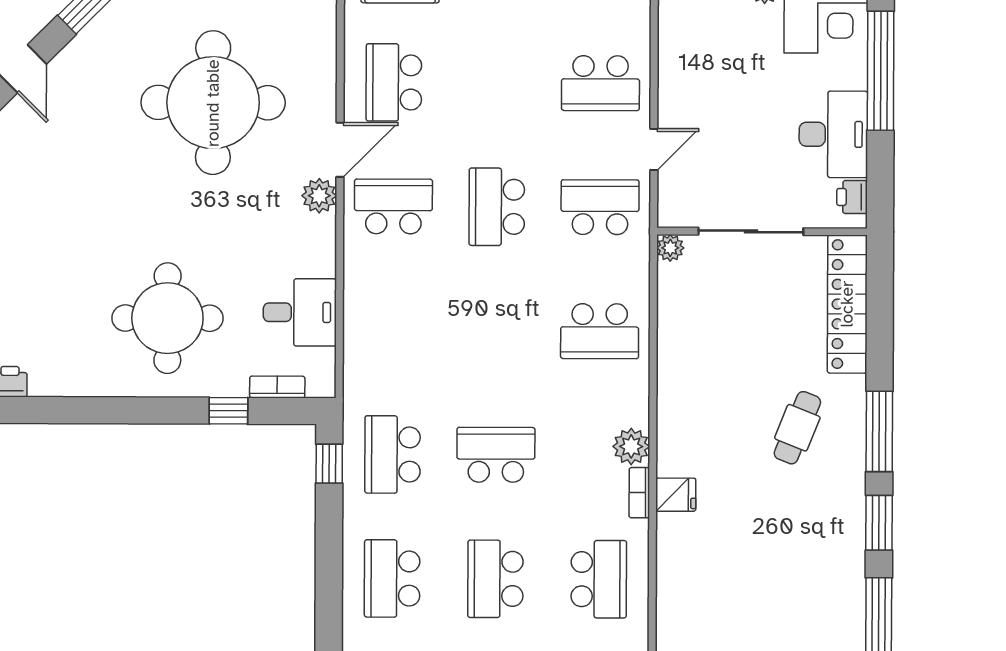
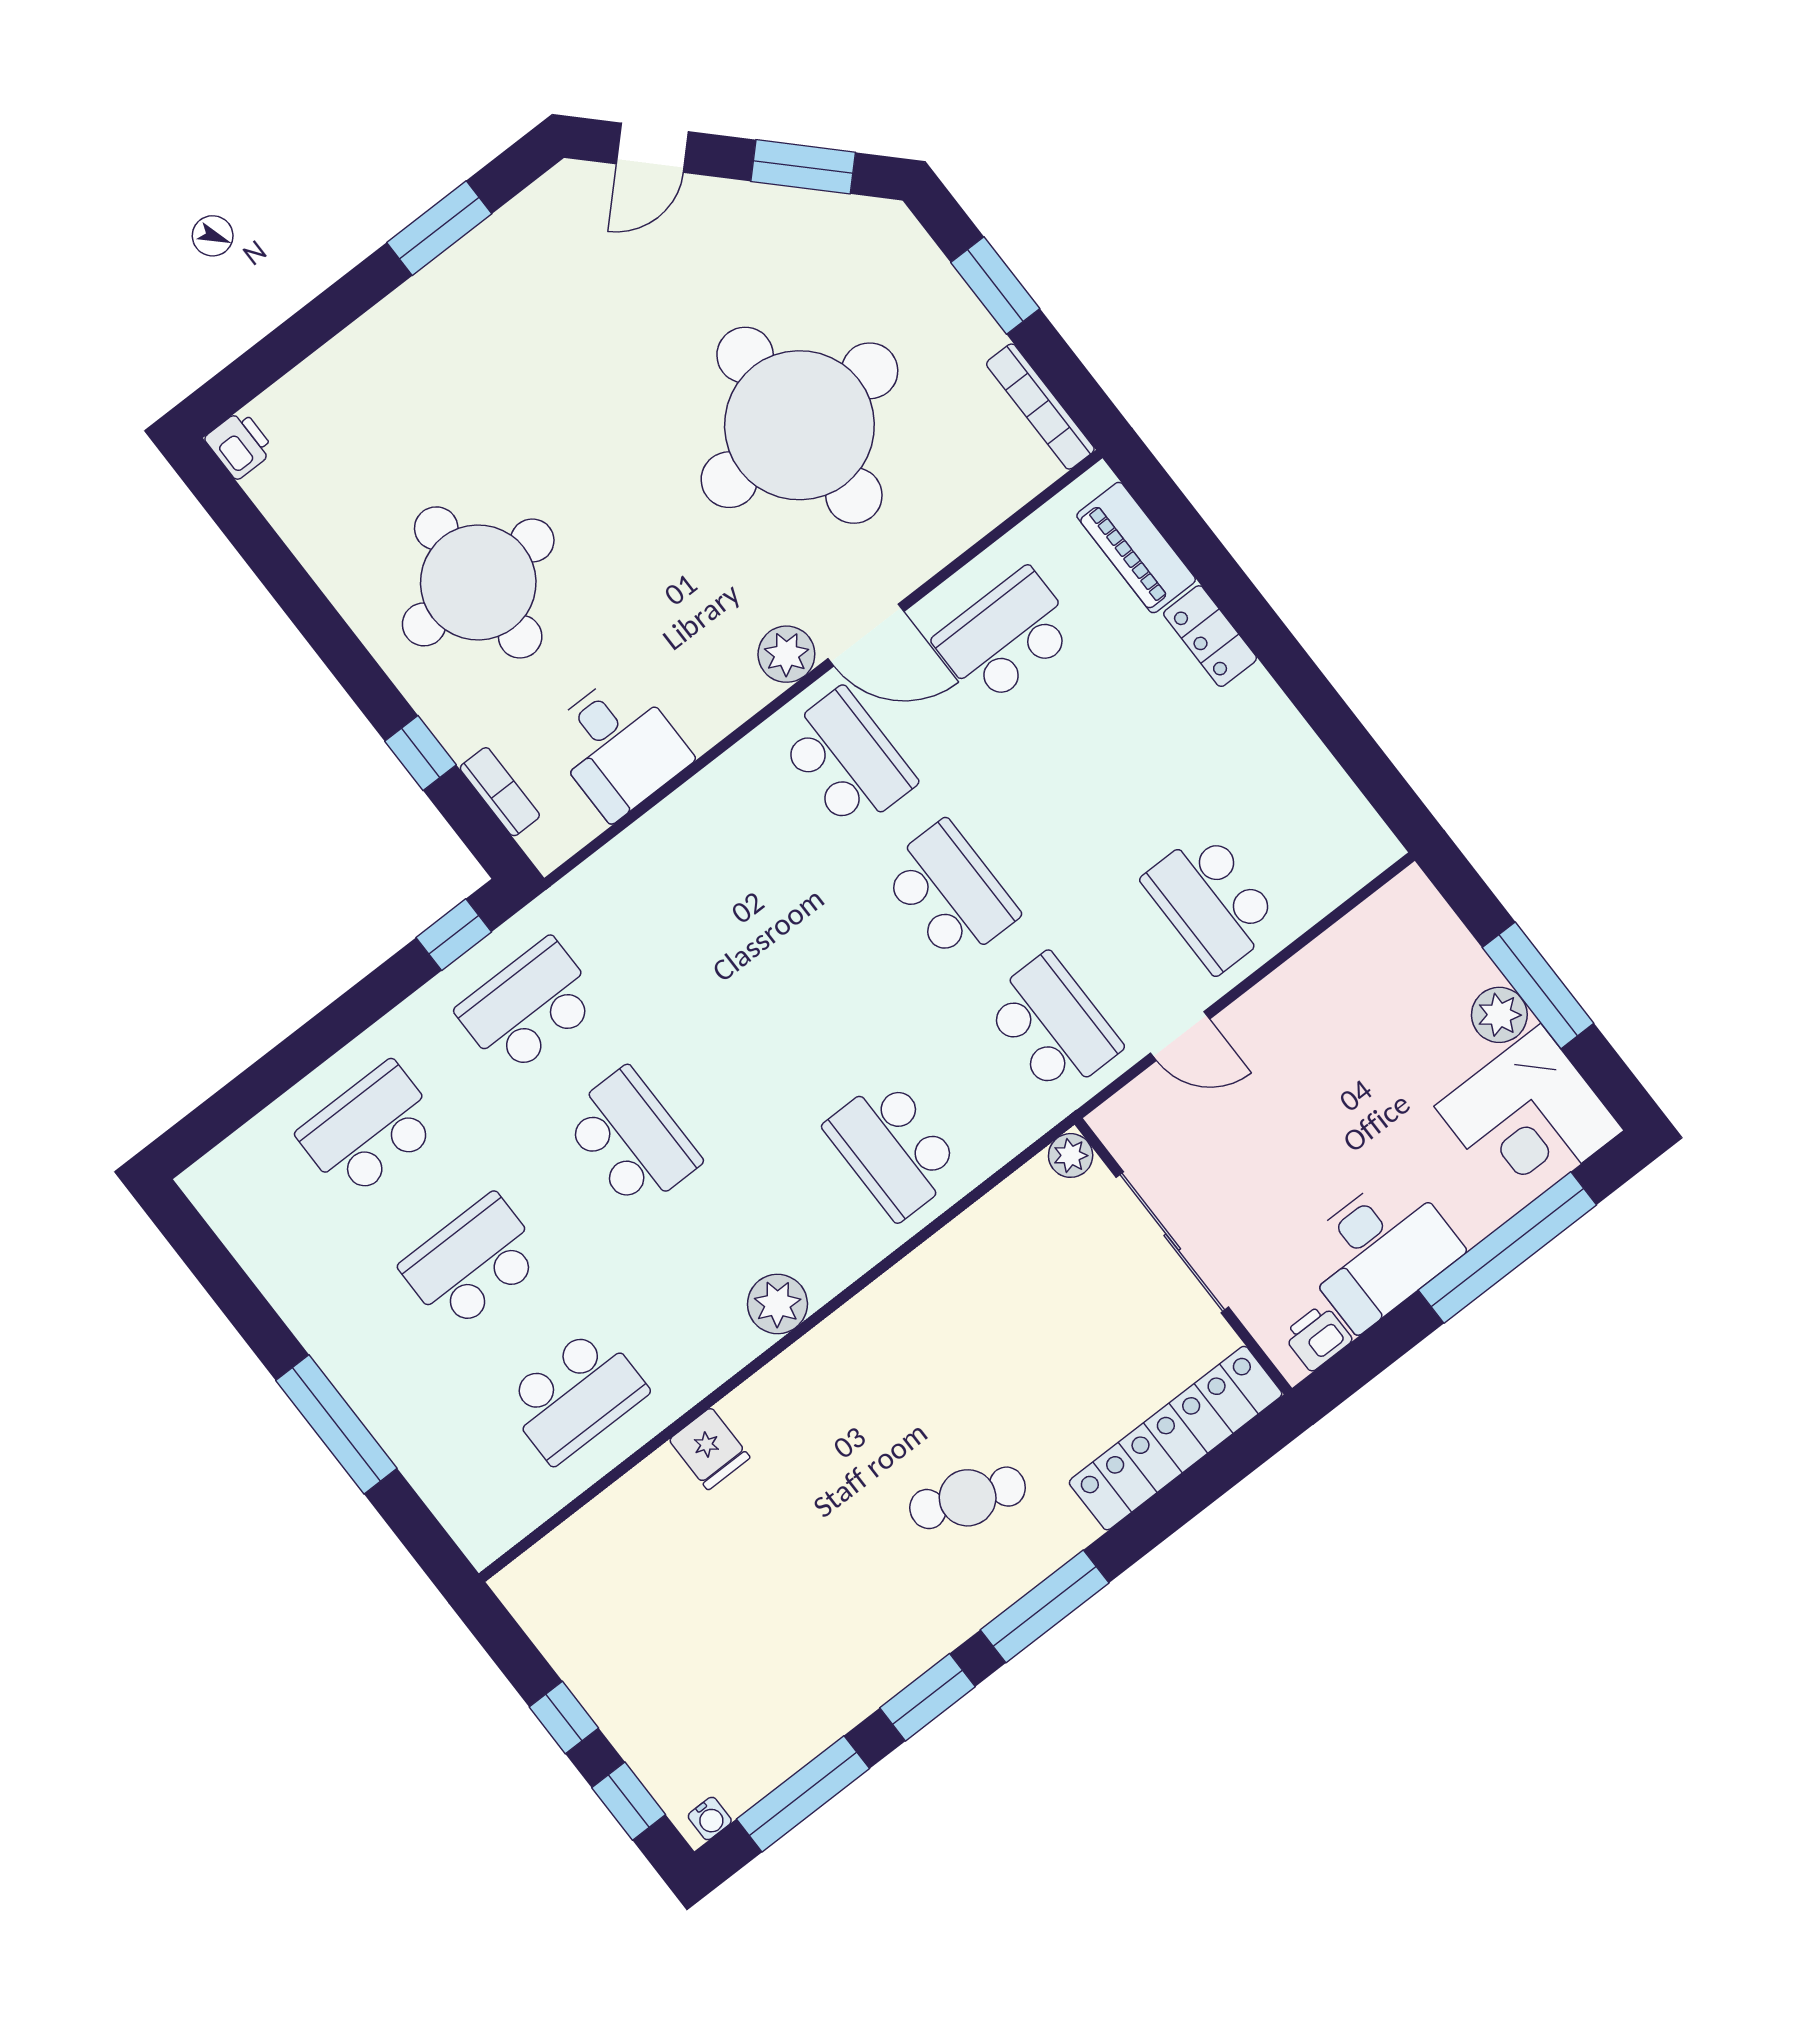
school desk: (497, 207) -> (950, 892), turned 90
bookcase: (639, 493) -> (726, 1361), removed
fridge: (676, 495) -> (709, 1449), moved

